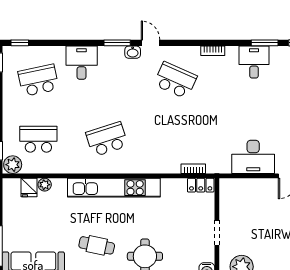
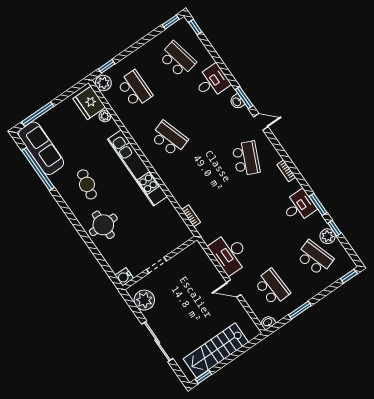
door: (151, 43) -> (261, 122), hinge flipped
washbasin: (133, 52) -> (237, 102), moved
locker: (201, 185) -> (183, 230), removed
fridge: (29, 188) -> (89, 103), width x1.88, depth x1.34

